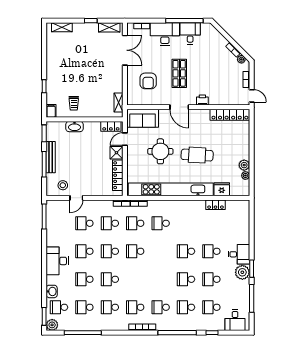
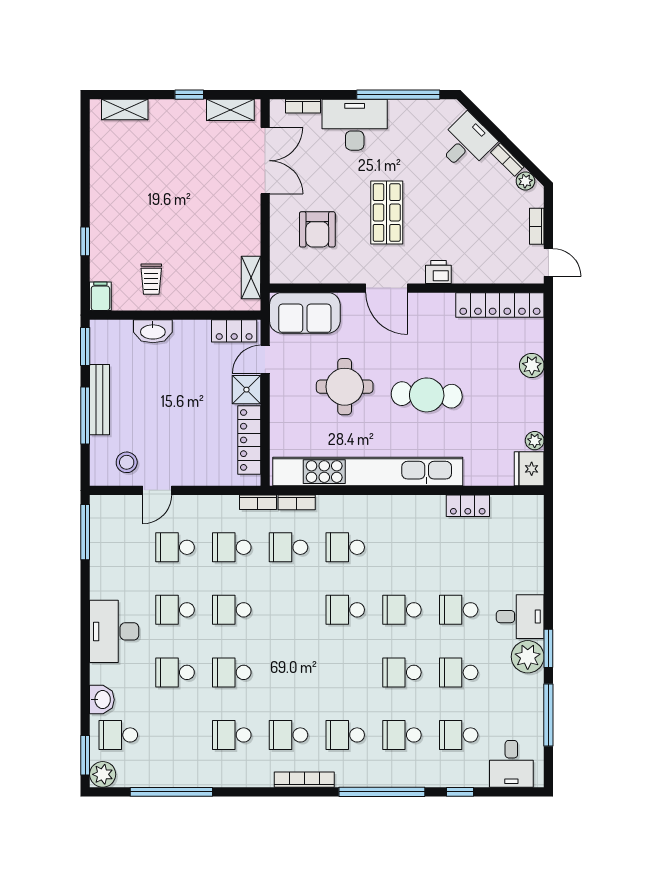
desk: (190, 33) -> (466, 143), moved, turned 45
plant: (244, 165) -> (532, 365), moved
fridge: (222, 189) -> (529, 469), moved, turned -90
school desk: (135, 251) -> (345, 610), moved
school desk: (84, 307) -> (175, 735), removed

